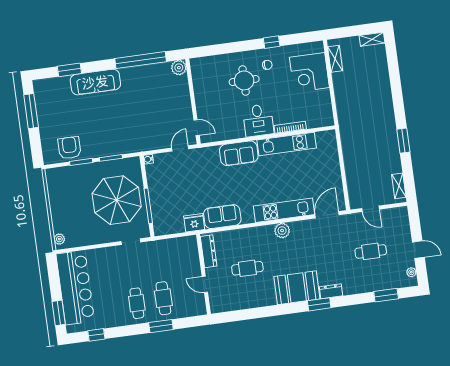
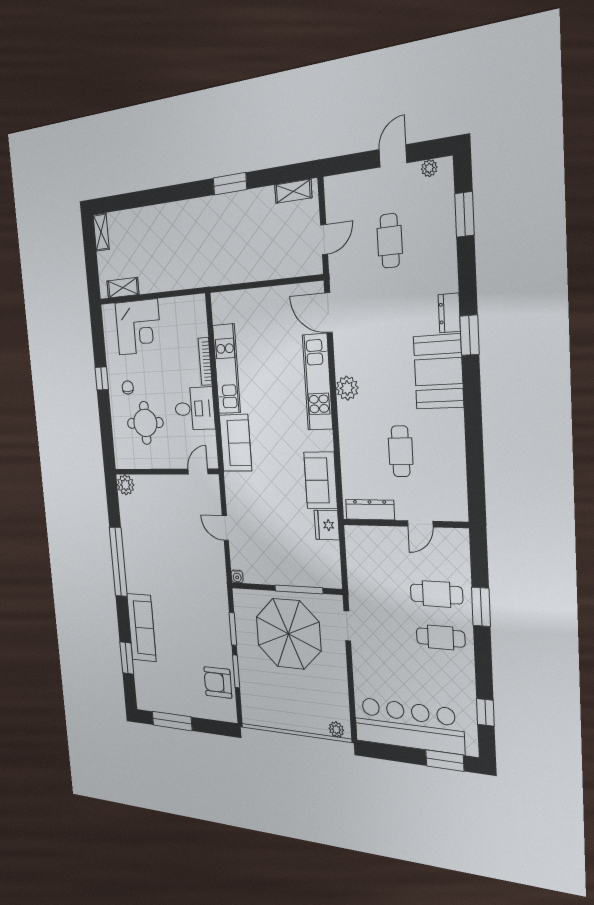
plant: (179, 68) -> (126, 485), moved
wall: (193, 101) -> (166, 472), moved
door: (197, 128) -> (198, 471), moved

